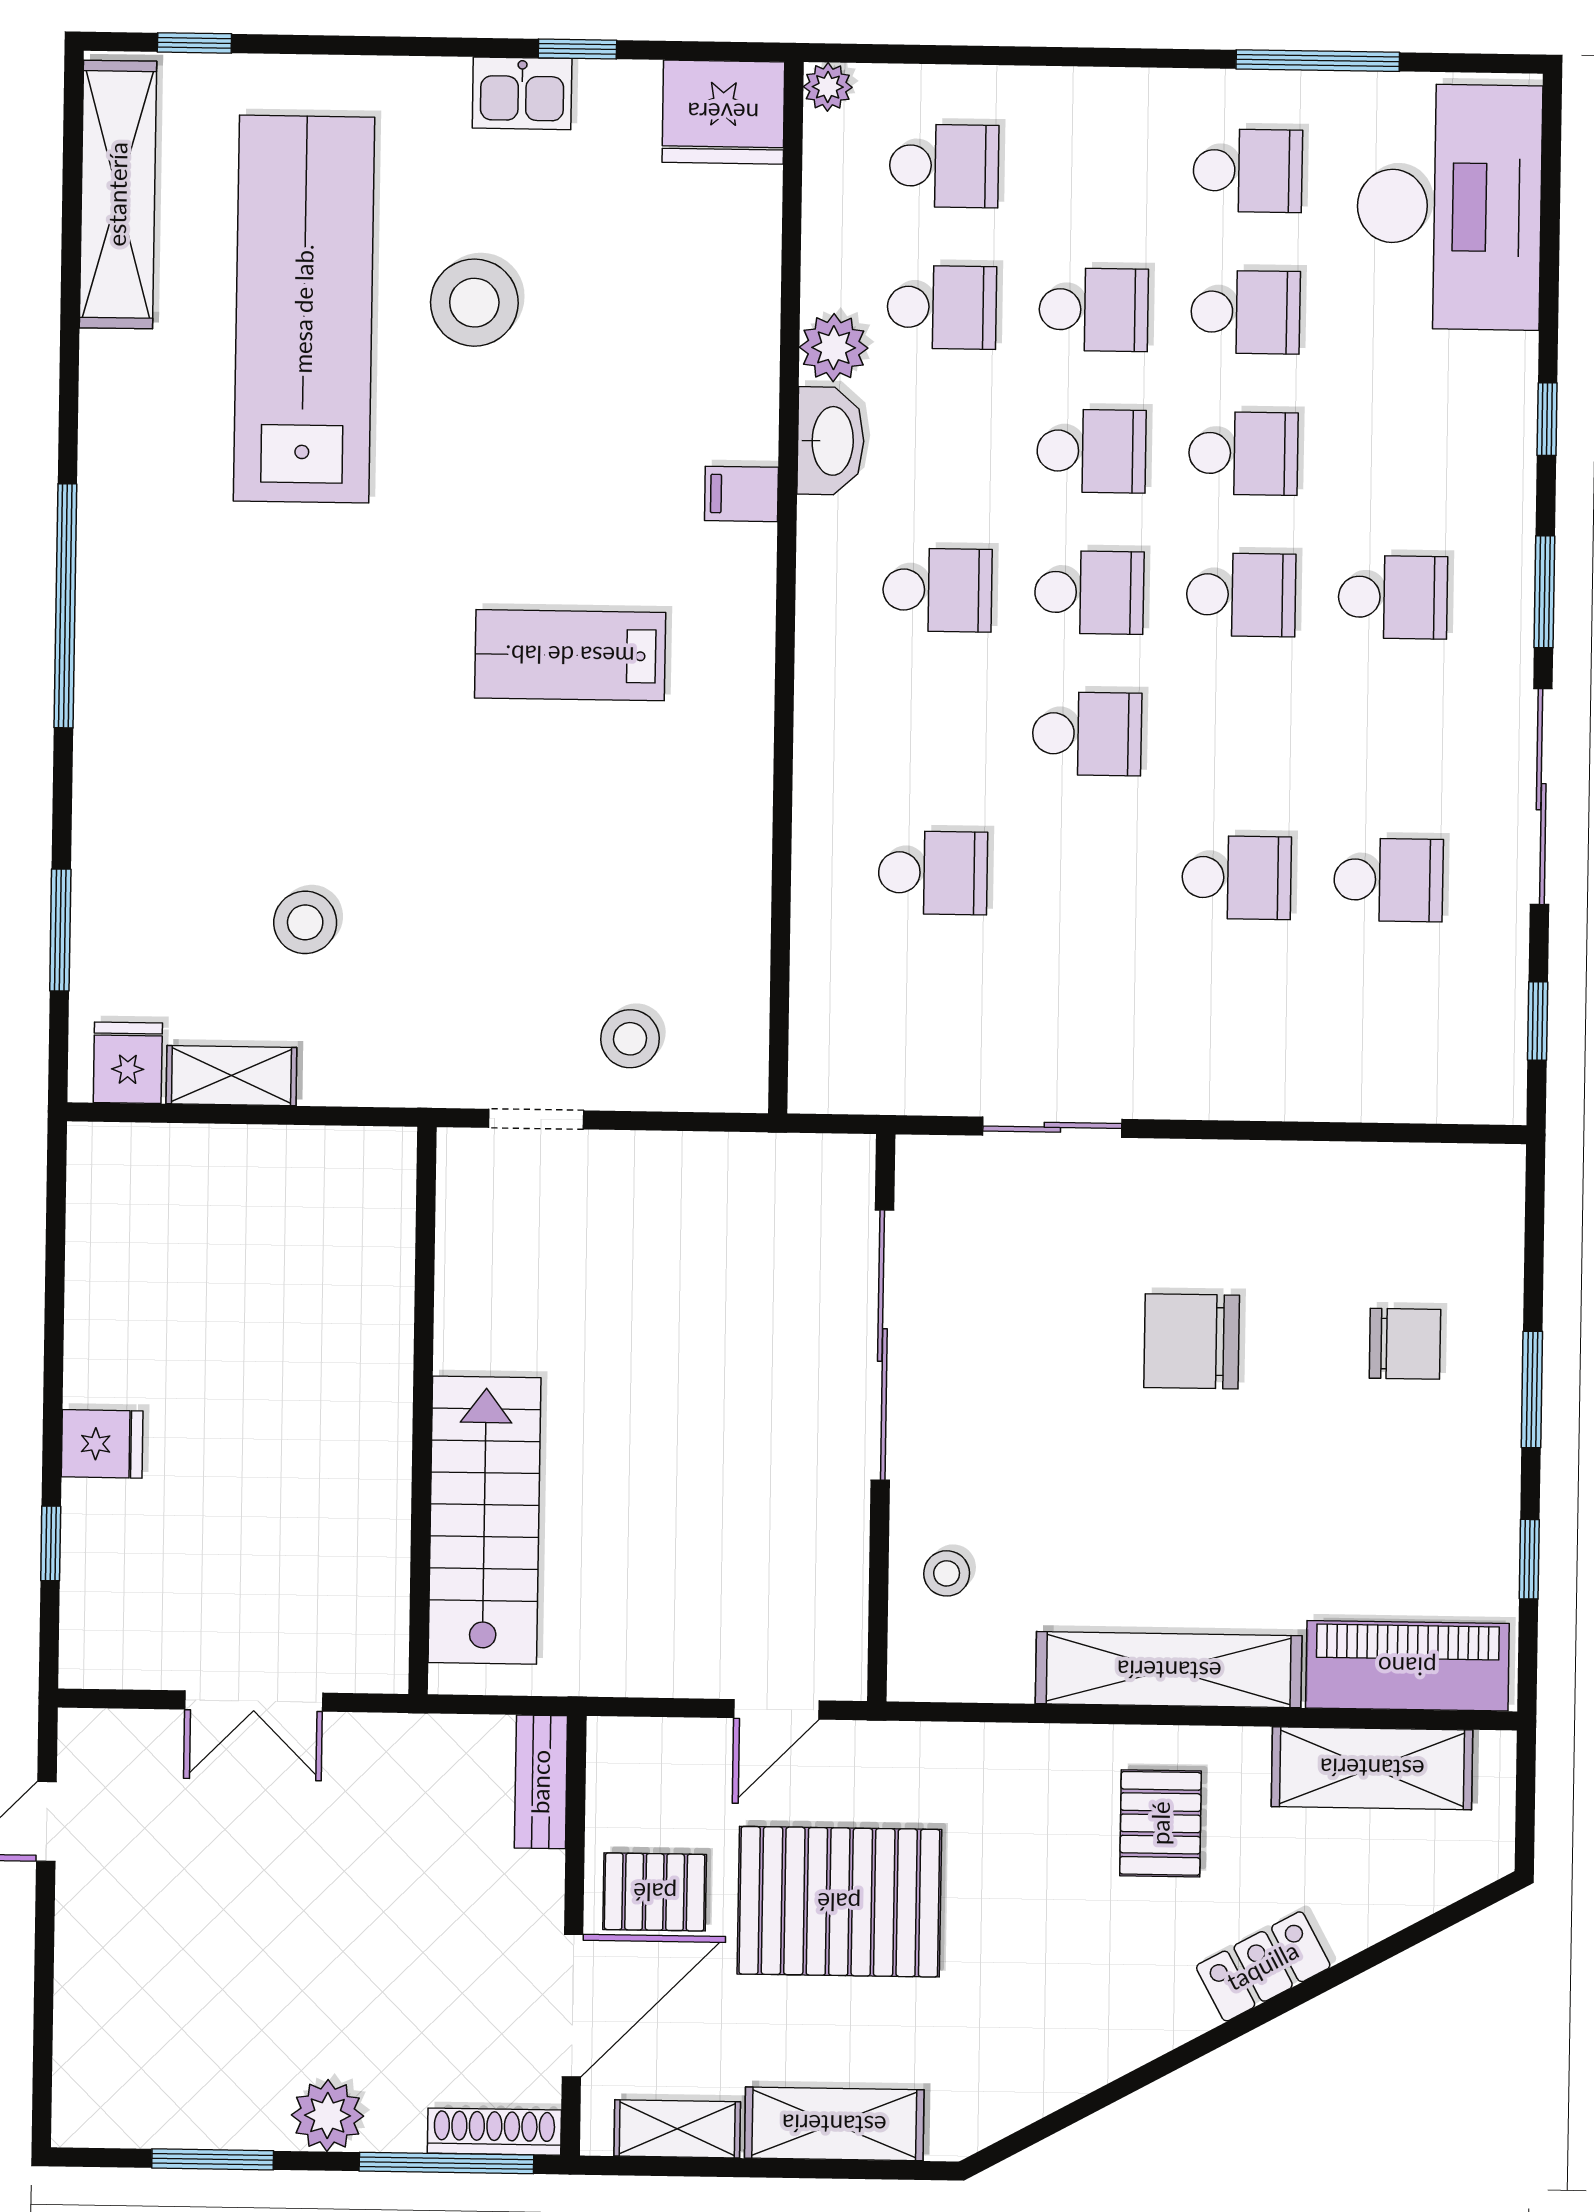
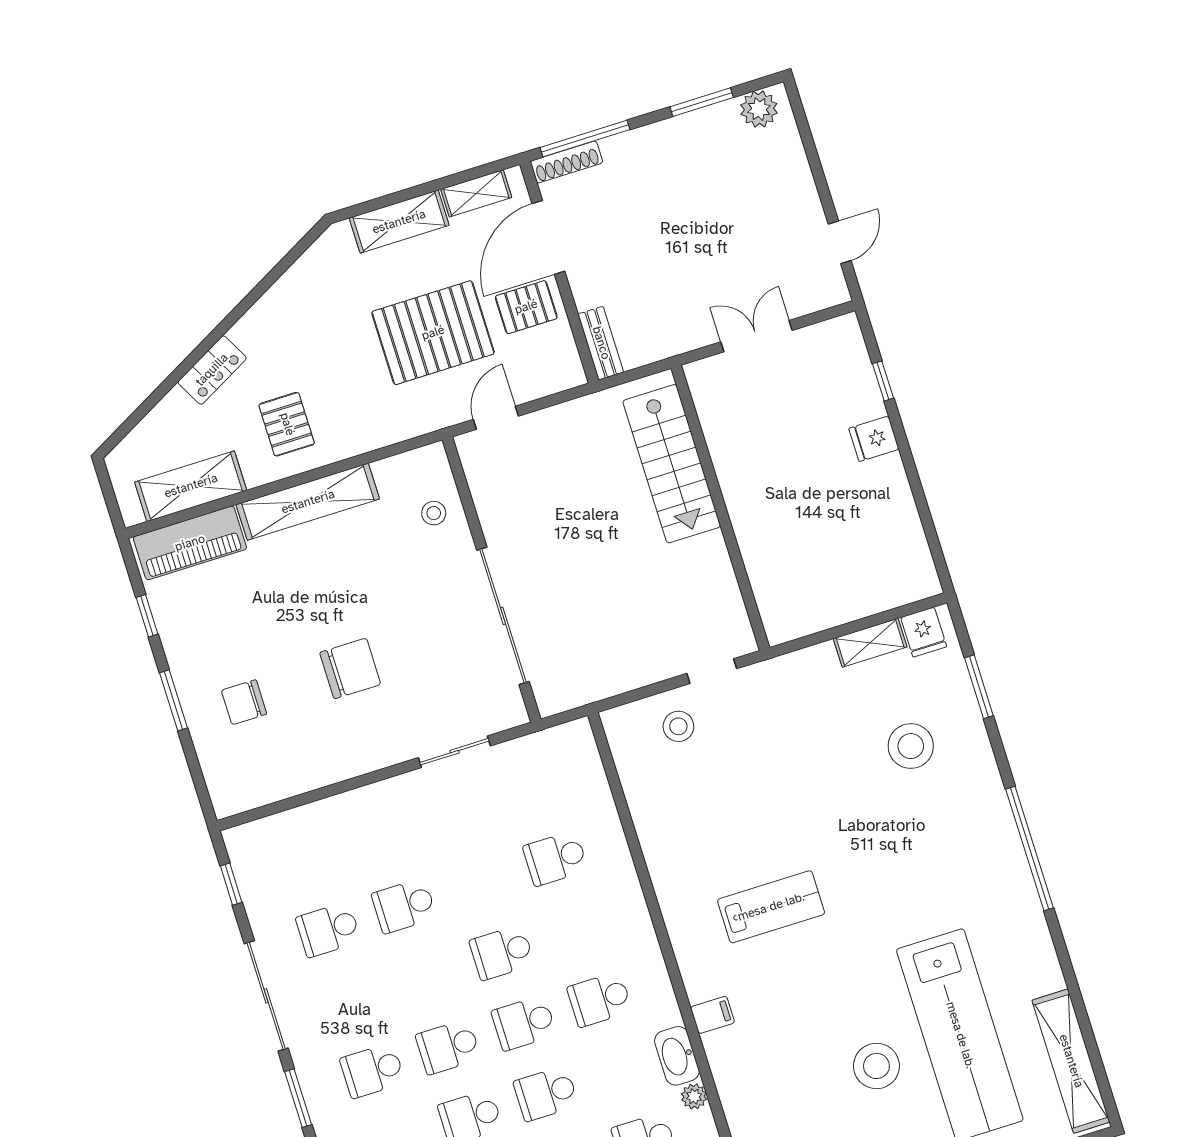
plant: (834, 348) -> (694, 1096), width x0.73, depth x0.73
stool: (305, 922) -> (911, 746), moved, width x1.38, depth x1.38
plant: (328, 2116) -> (759, 109), moved

